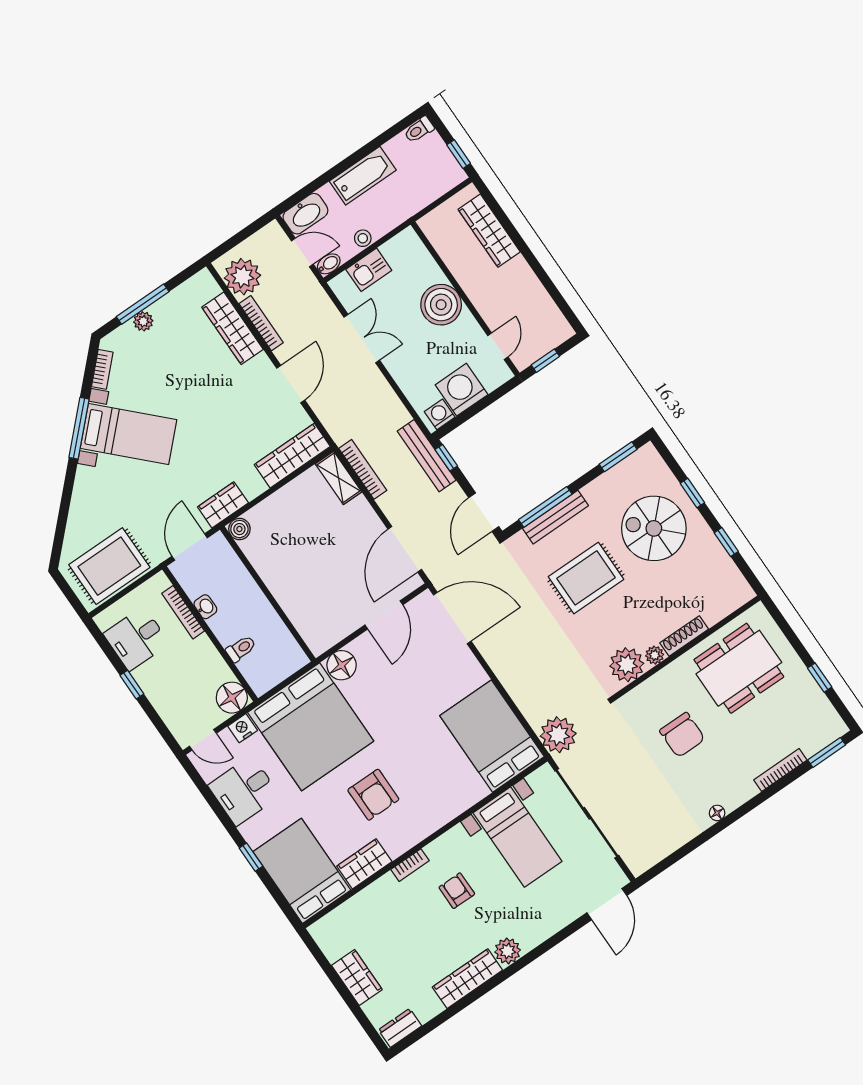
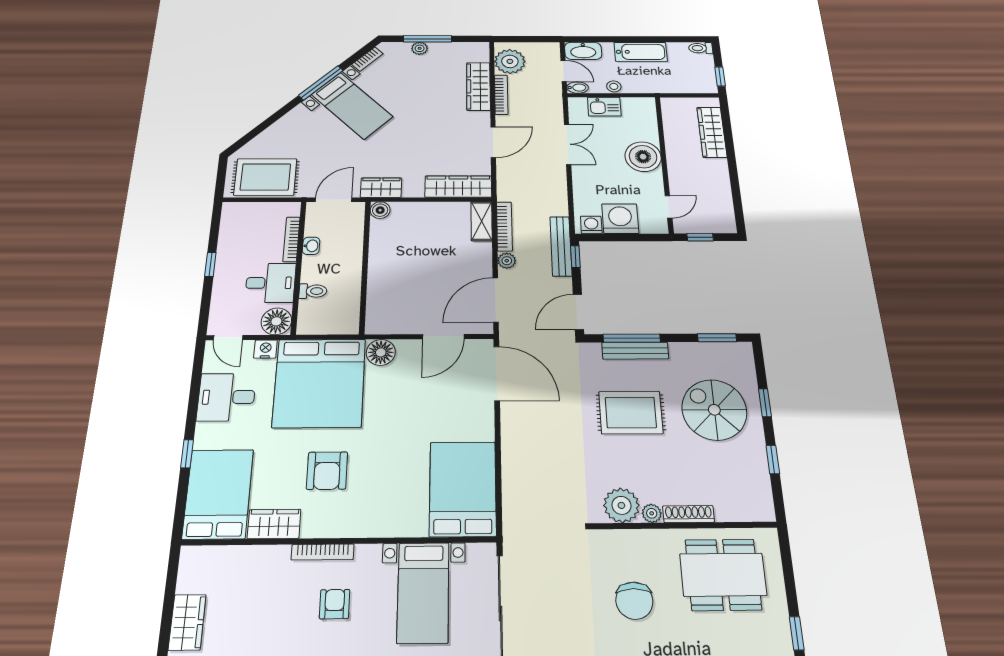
desk: (136, 639) -> (270, 283), moved, turned 180
plant: (558, 735) -> (507, 261), moved, width x0.53, depth x0.53
bookcase: (410, 865) -> (323, 552), width x1.56

